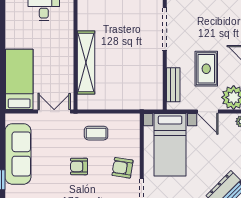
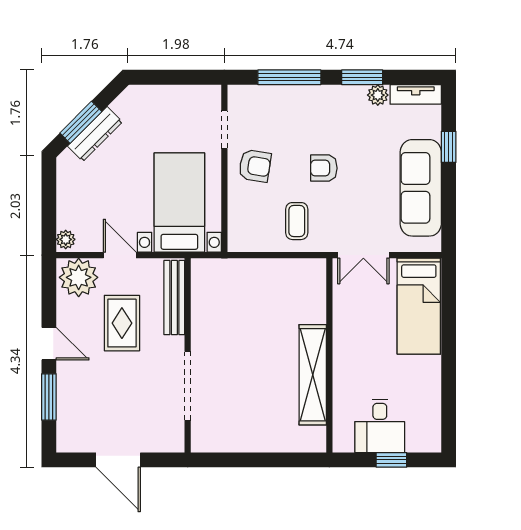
shelving: (86, 63) -> (313, 375), moved
bench: (173, 85) -> (174, 298), width x1.36
coffee table: (96, 133) -> (297, 221), turned 90
armchair: (79, 166) -> (324, 168), turned 180

